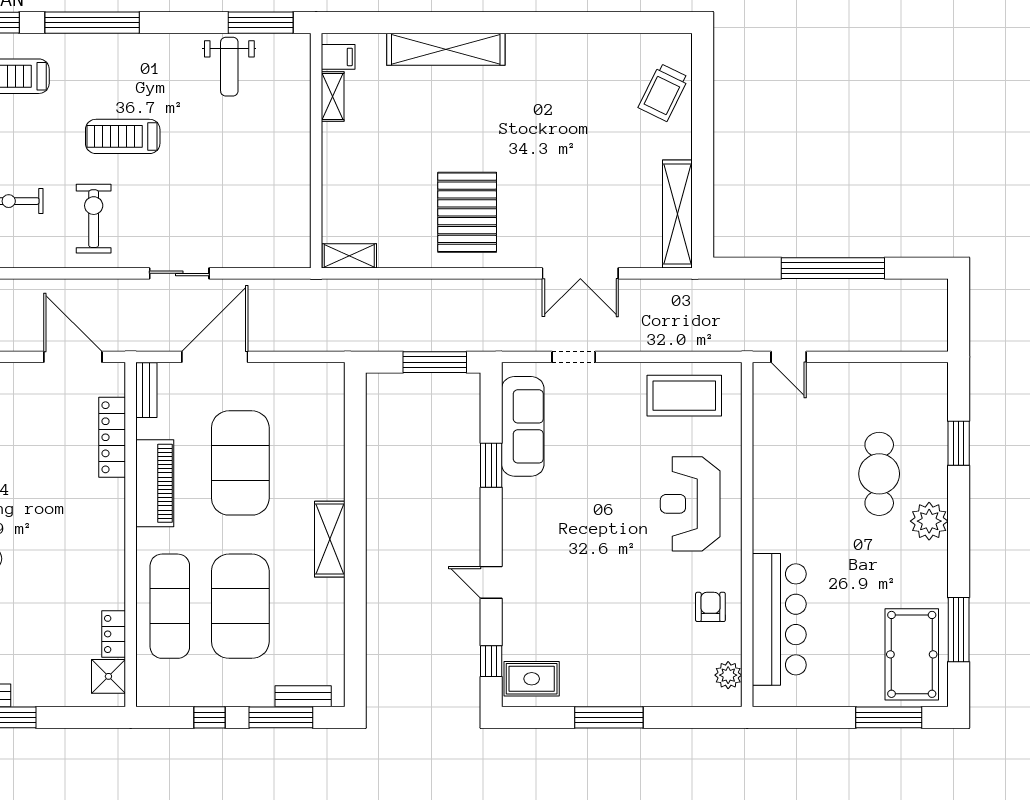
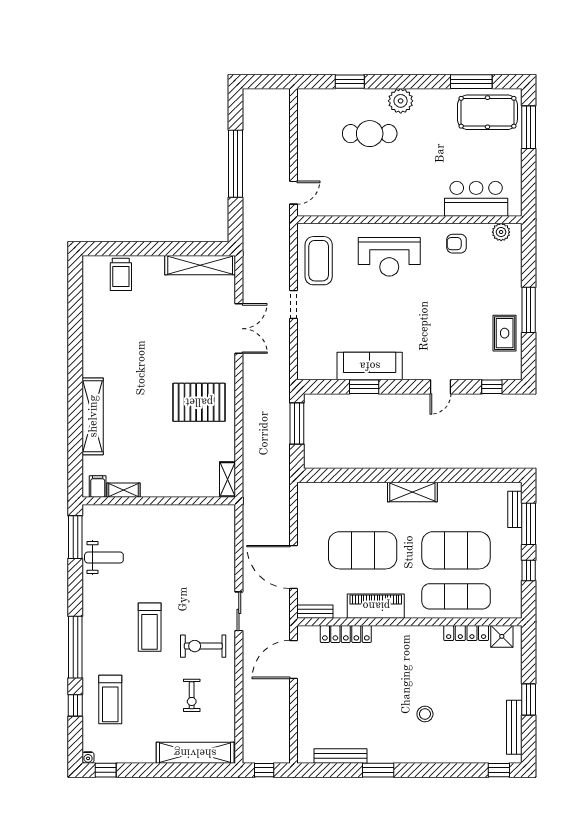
trolley: (663, 92) -> (121, 274), turned 64
sliding door: (179, 273) -> (239, 611), moved
doorway: (574, 357) -> (293, 305), moved
sofa: (523, 426) -> (370, 366), moved
bar counter: (779, 619) -> (476, 199), width x0.73
locker: (114, 634) -> (466, 633), width x1.53
rug: (532, 679) -> (505, 333), moved

